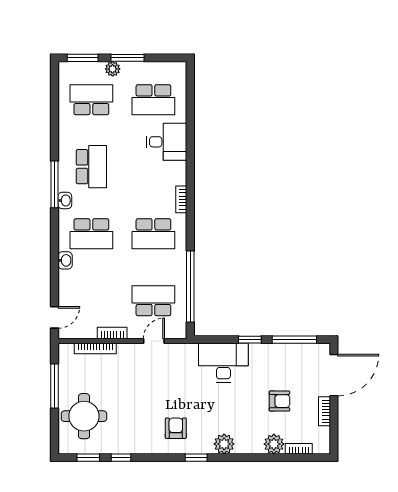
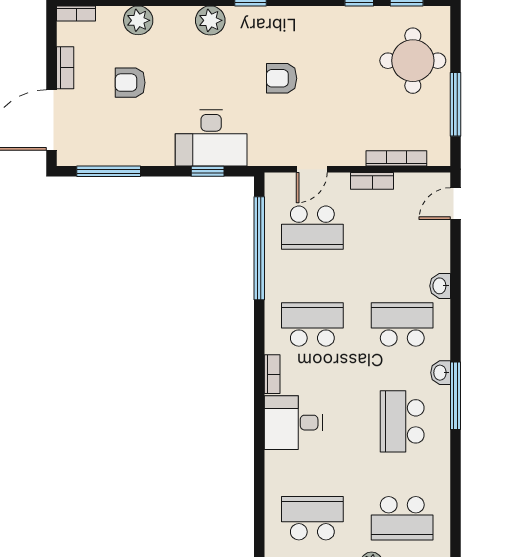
desk: (167, 142) -> (293, 423), moved
window: (250, 340) -> (208, 171), moved
armchair: (176, 428) -> (282, 78), moved, turned 90
bookcase: (299, 449) -> (76, 13), moved

